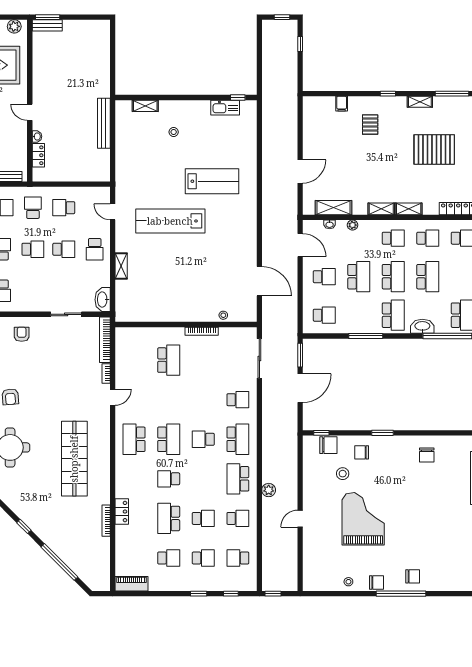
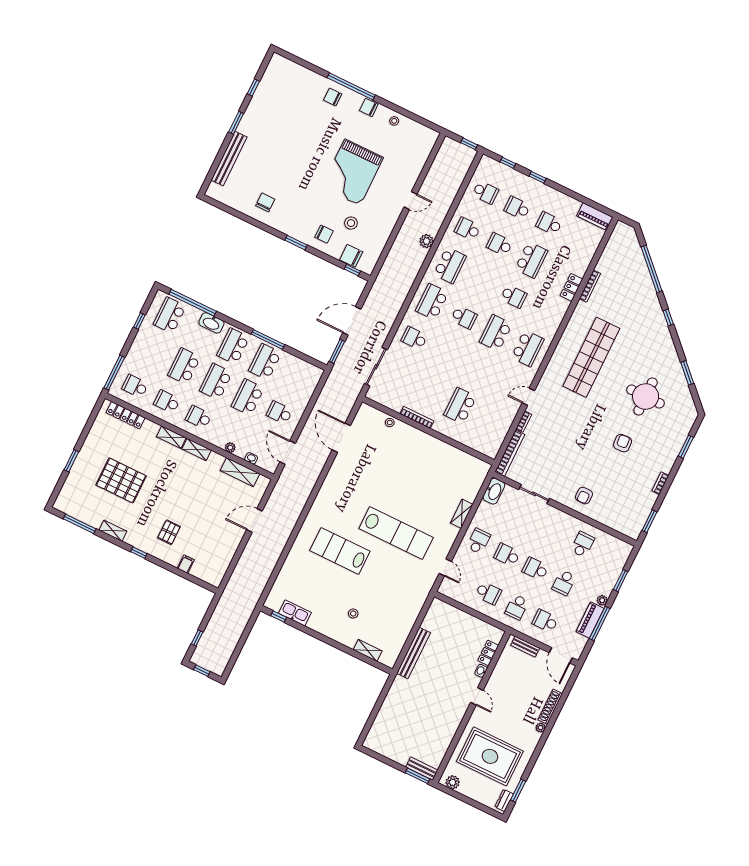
school desk: (324, 315) -> (265, 362), moved, width x1.85

